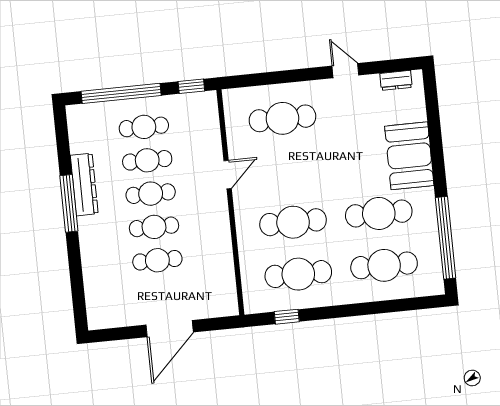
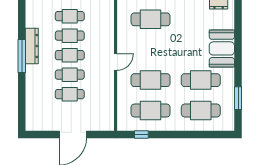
door: (228, 175) -> (115, 62), moved
window: (446, 238) -> (238, 98), width x0.47

